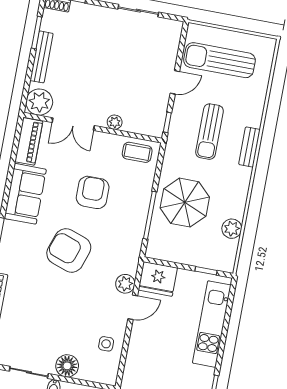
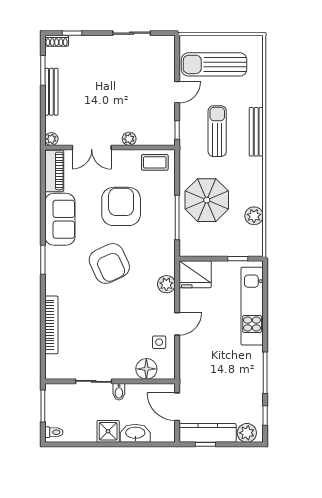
plant: (39, 102) -> (51, 139), width x0.53, depth x0.53
sun lounger: (210, 132) -> (217, 131), turned 180
bench: (249, 147) -> (256, 132), width x1.36
armchair: (93, 192) -> (121, 206), width x1.36, depth x1.36
armchair: (69, 251) -> (109, 263), turned -134
door: (133, 307) -> (177, 324), moved
floor lamp: (67, 366) -> (146, 369), moved

